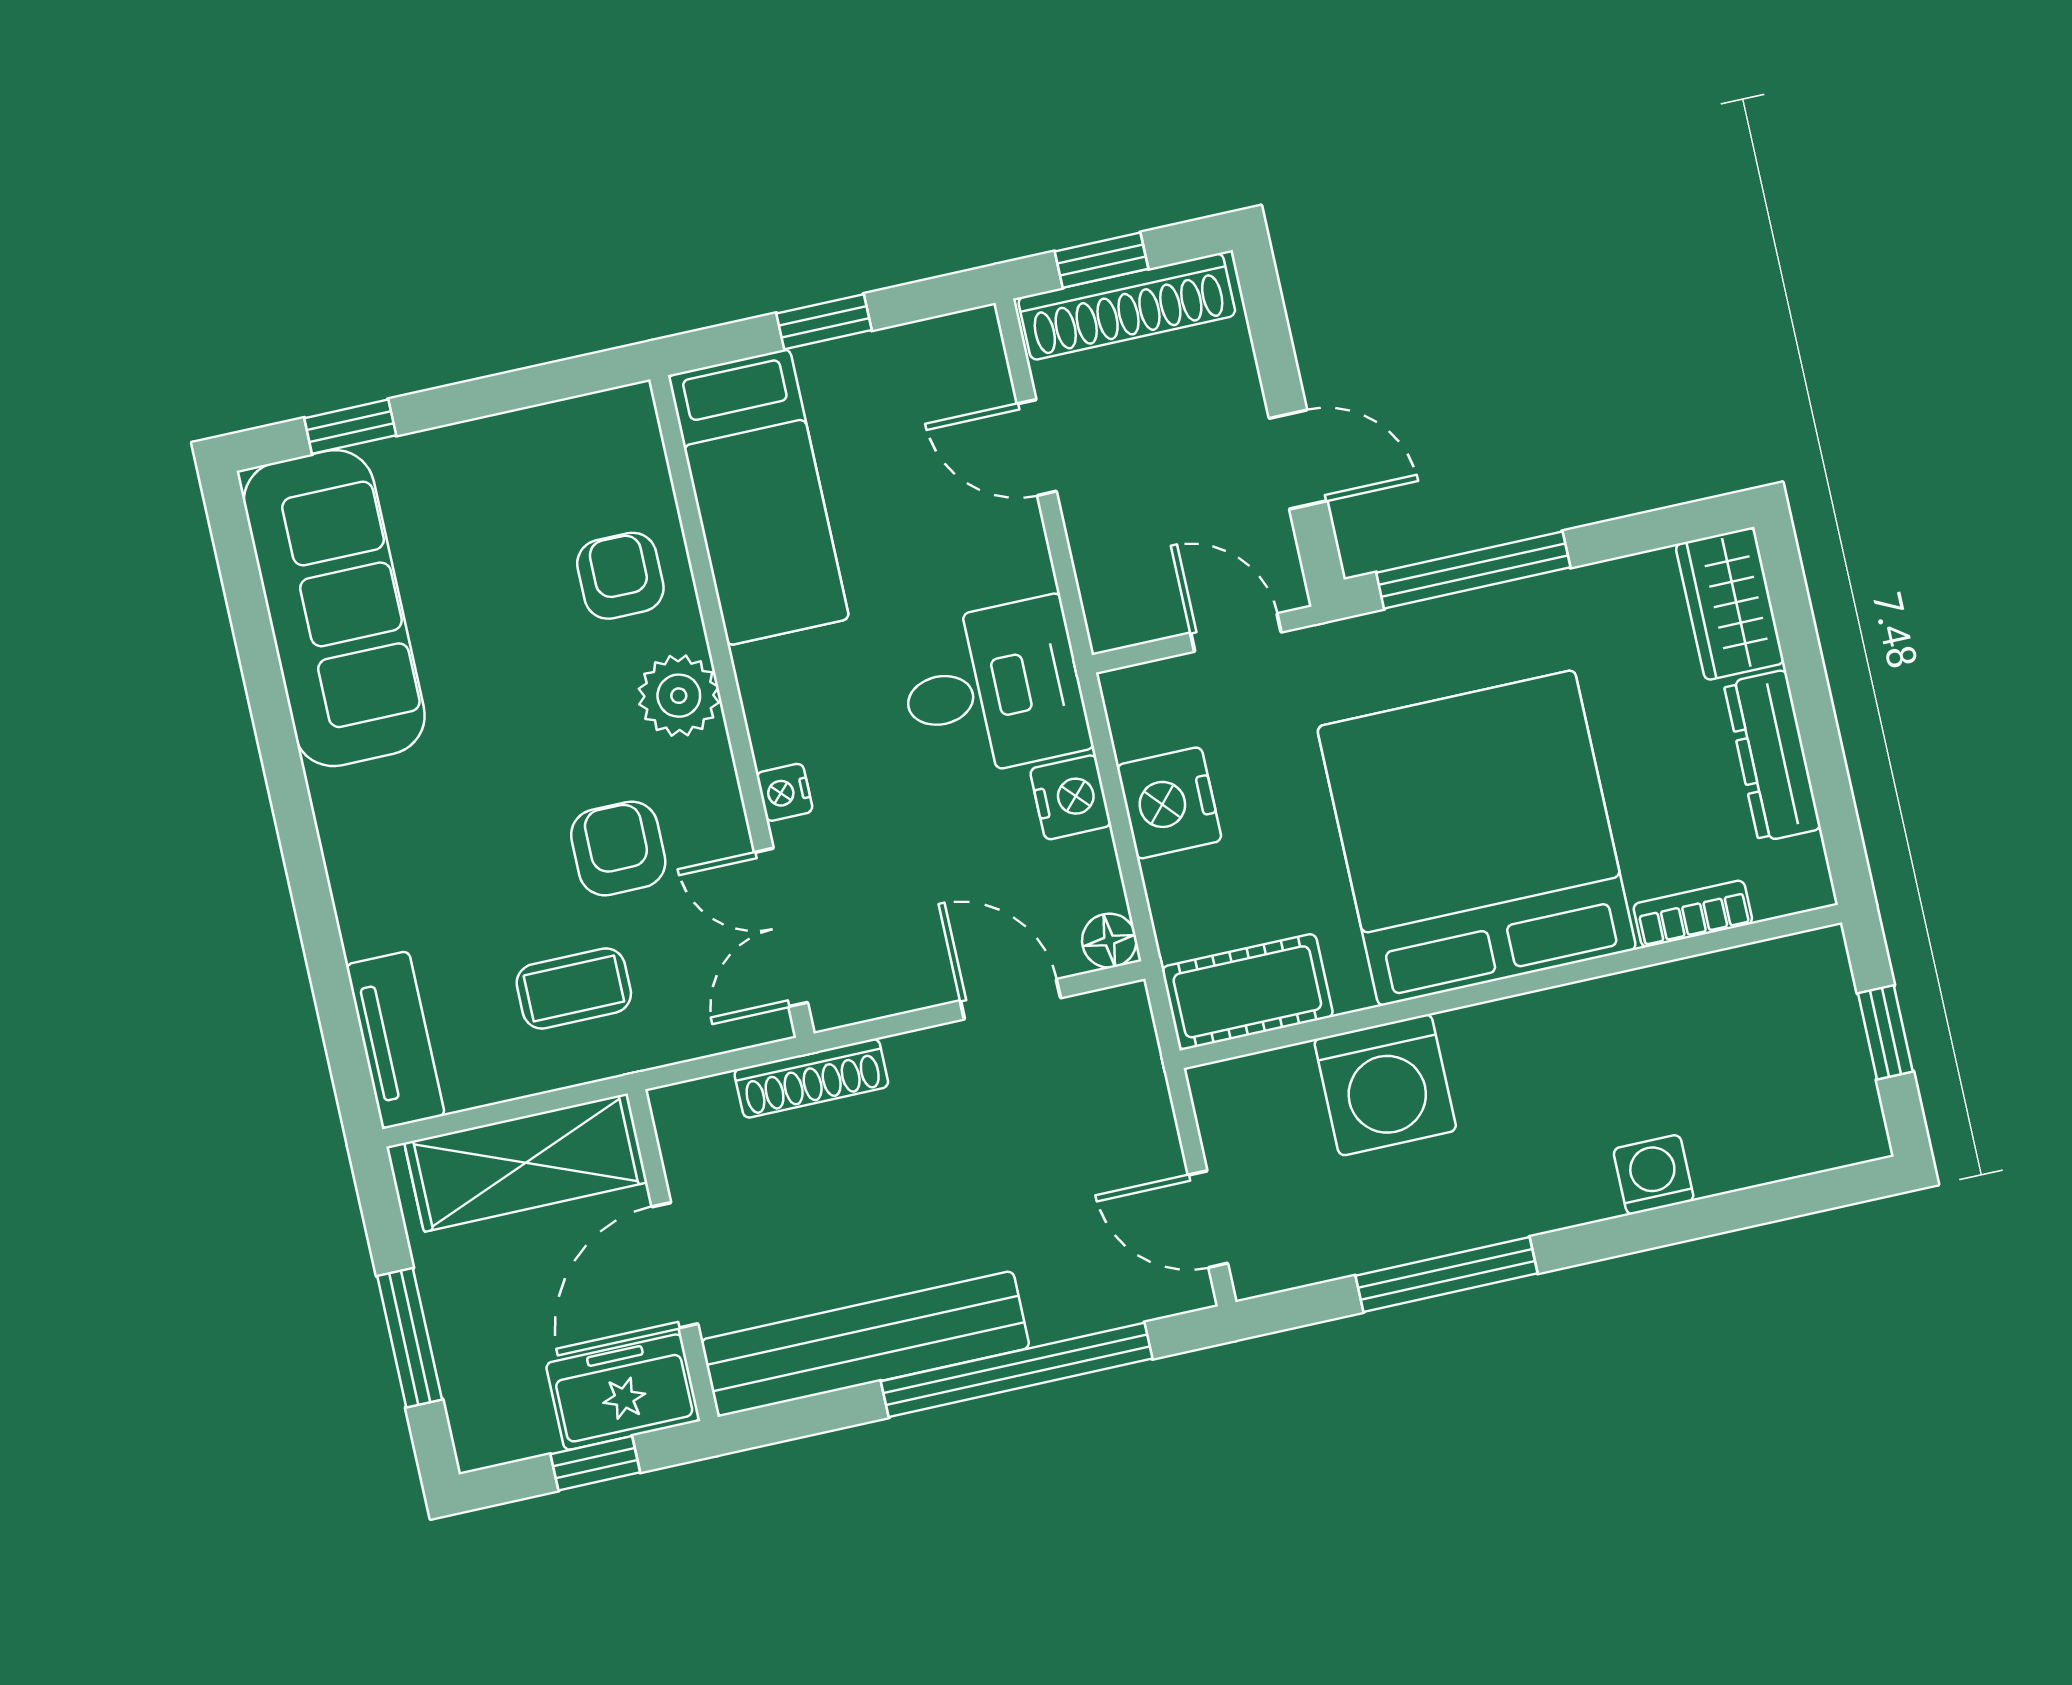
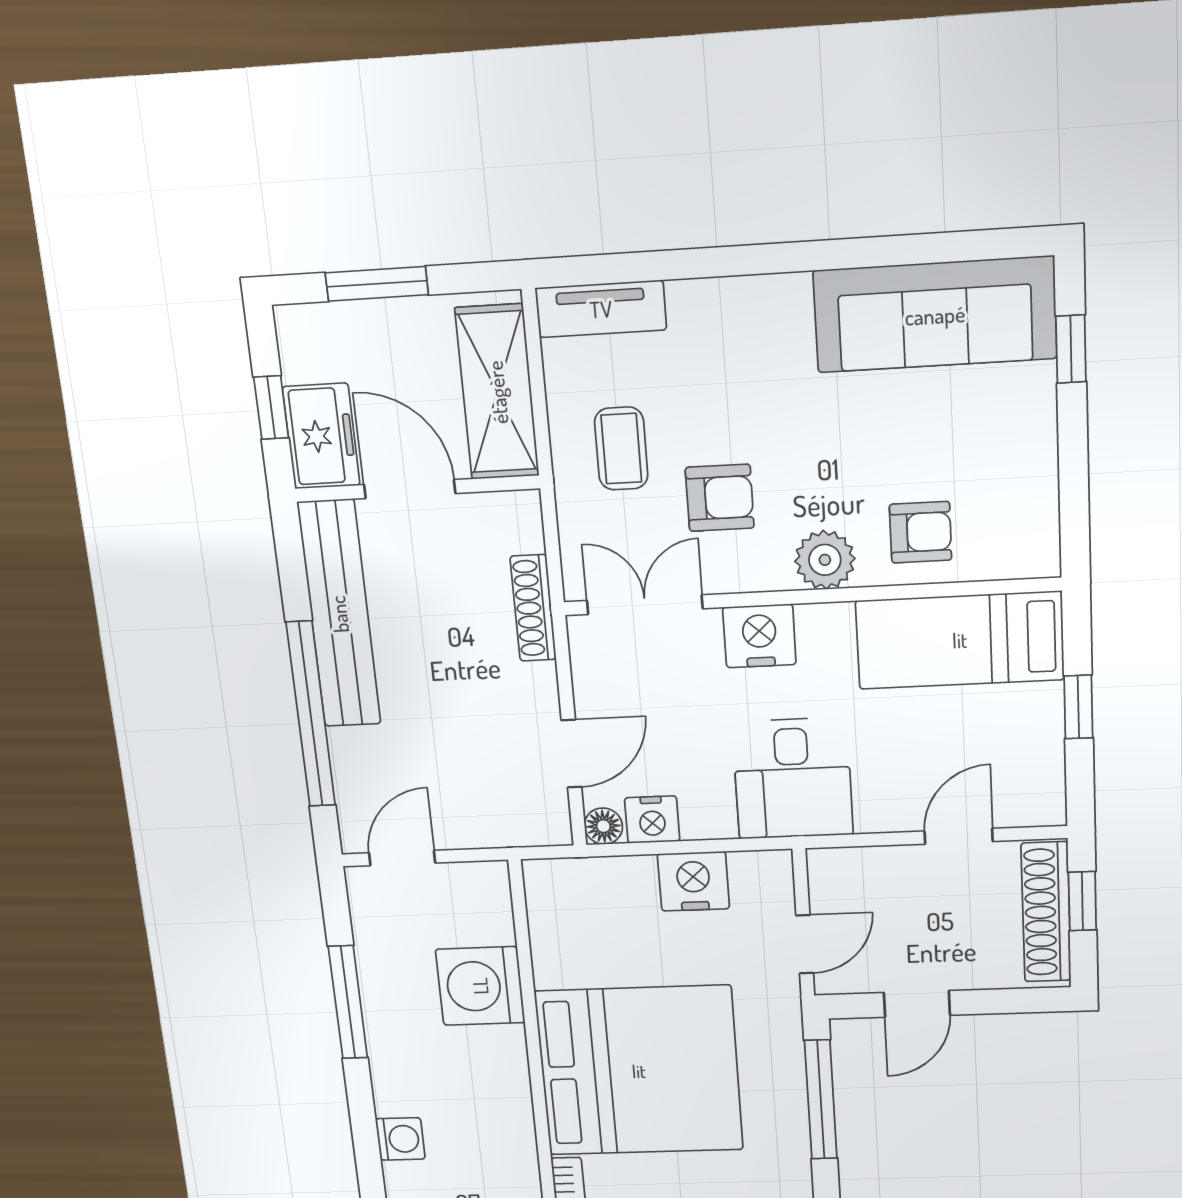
nightstand: (785, 792) -> (759, 636), width x1.89, depth x1.79
nightstand: (1070, 797) -> (652, 820), moved
cot: (1247, 992) -> (555, 910), removed

